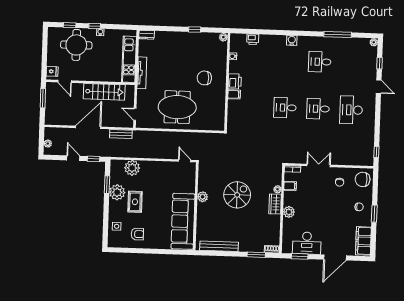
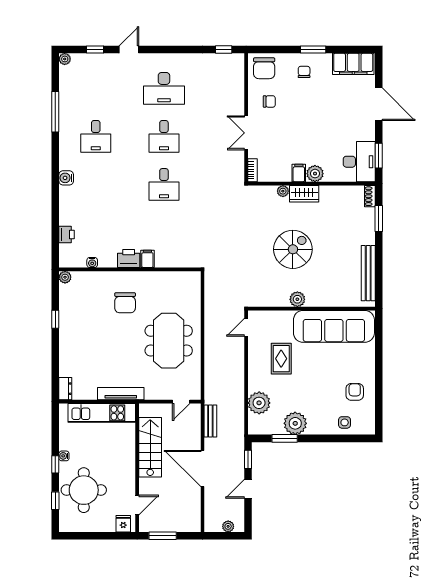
filing cabinet: (290, 186) -> (299, 173), moved
spiral stairs: (237, 195) -> (293, 249), turned 90
rug: (135, 202) -> (281, 359), moved, turned 90
desk: (307, 243) -> (359, 162), moved

